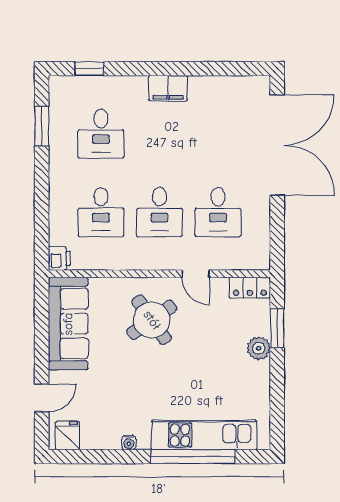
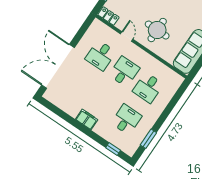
desk: (101, 212) -> (148, 88), turned 180
desk: (218, 212) -> (101, 55), turned 180
printer: (59, 258) -> (178, 80), removed
round table: (152, 320) -> (157, 30), turned 35

